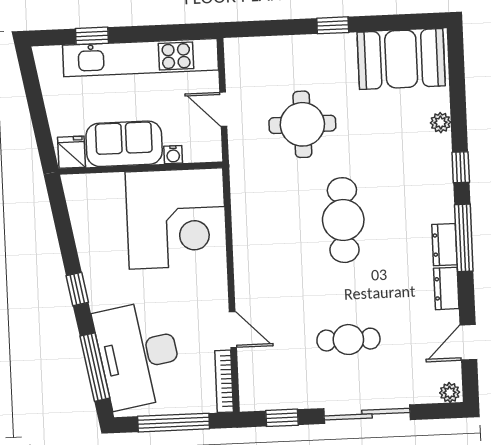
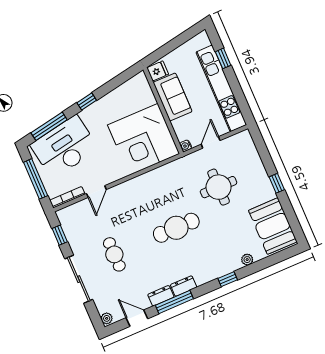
water cooler: (173, 155) -> (186, 146), moved
window: (464, 238) -> (174, 302), moved

